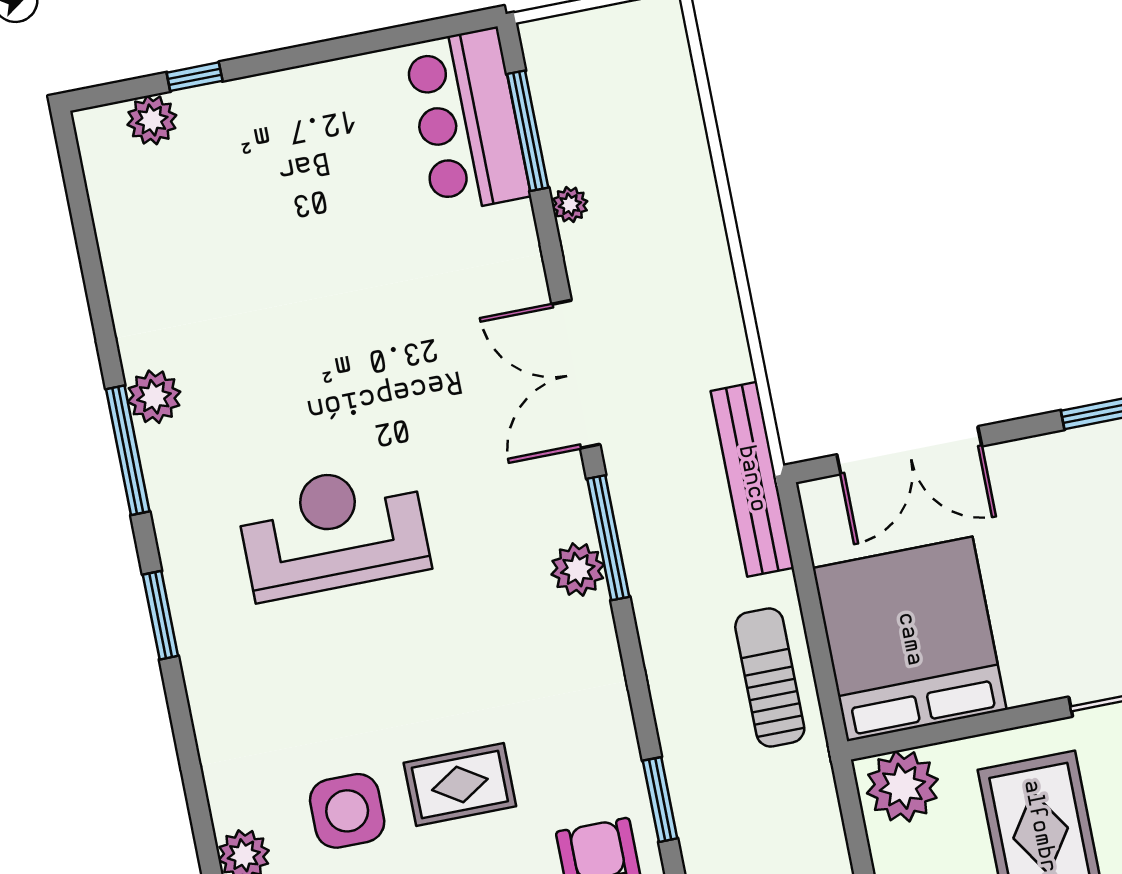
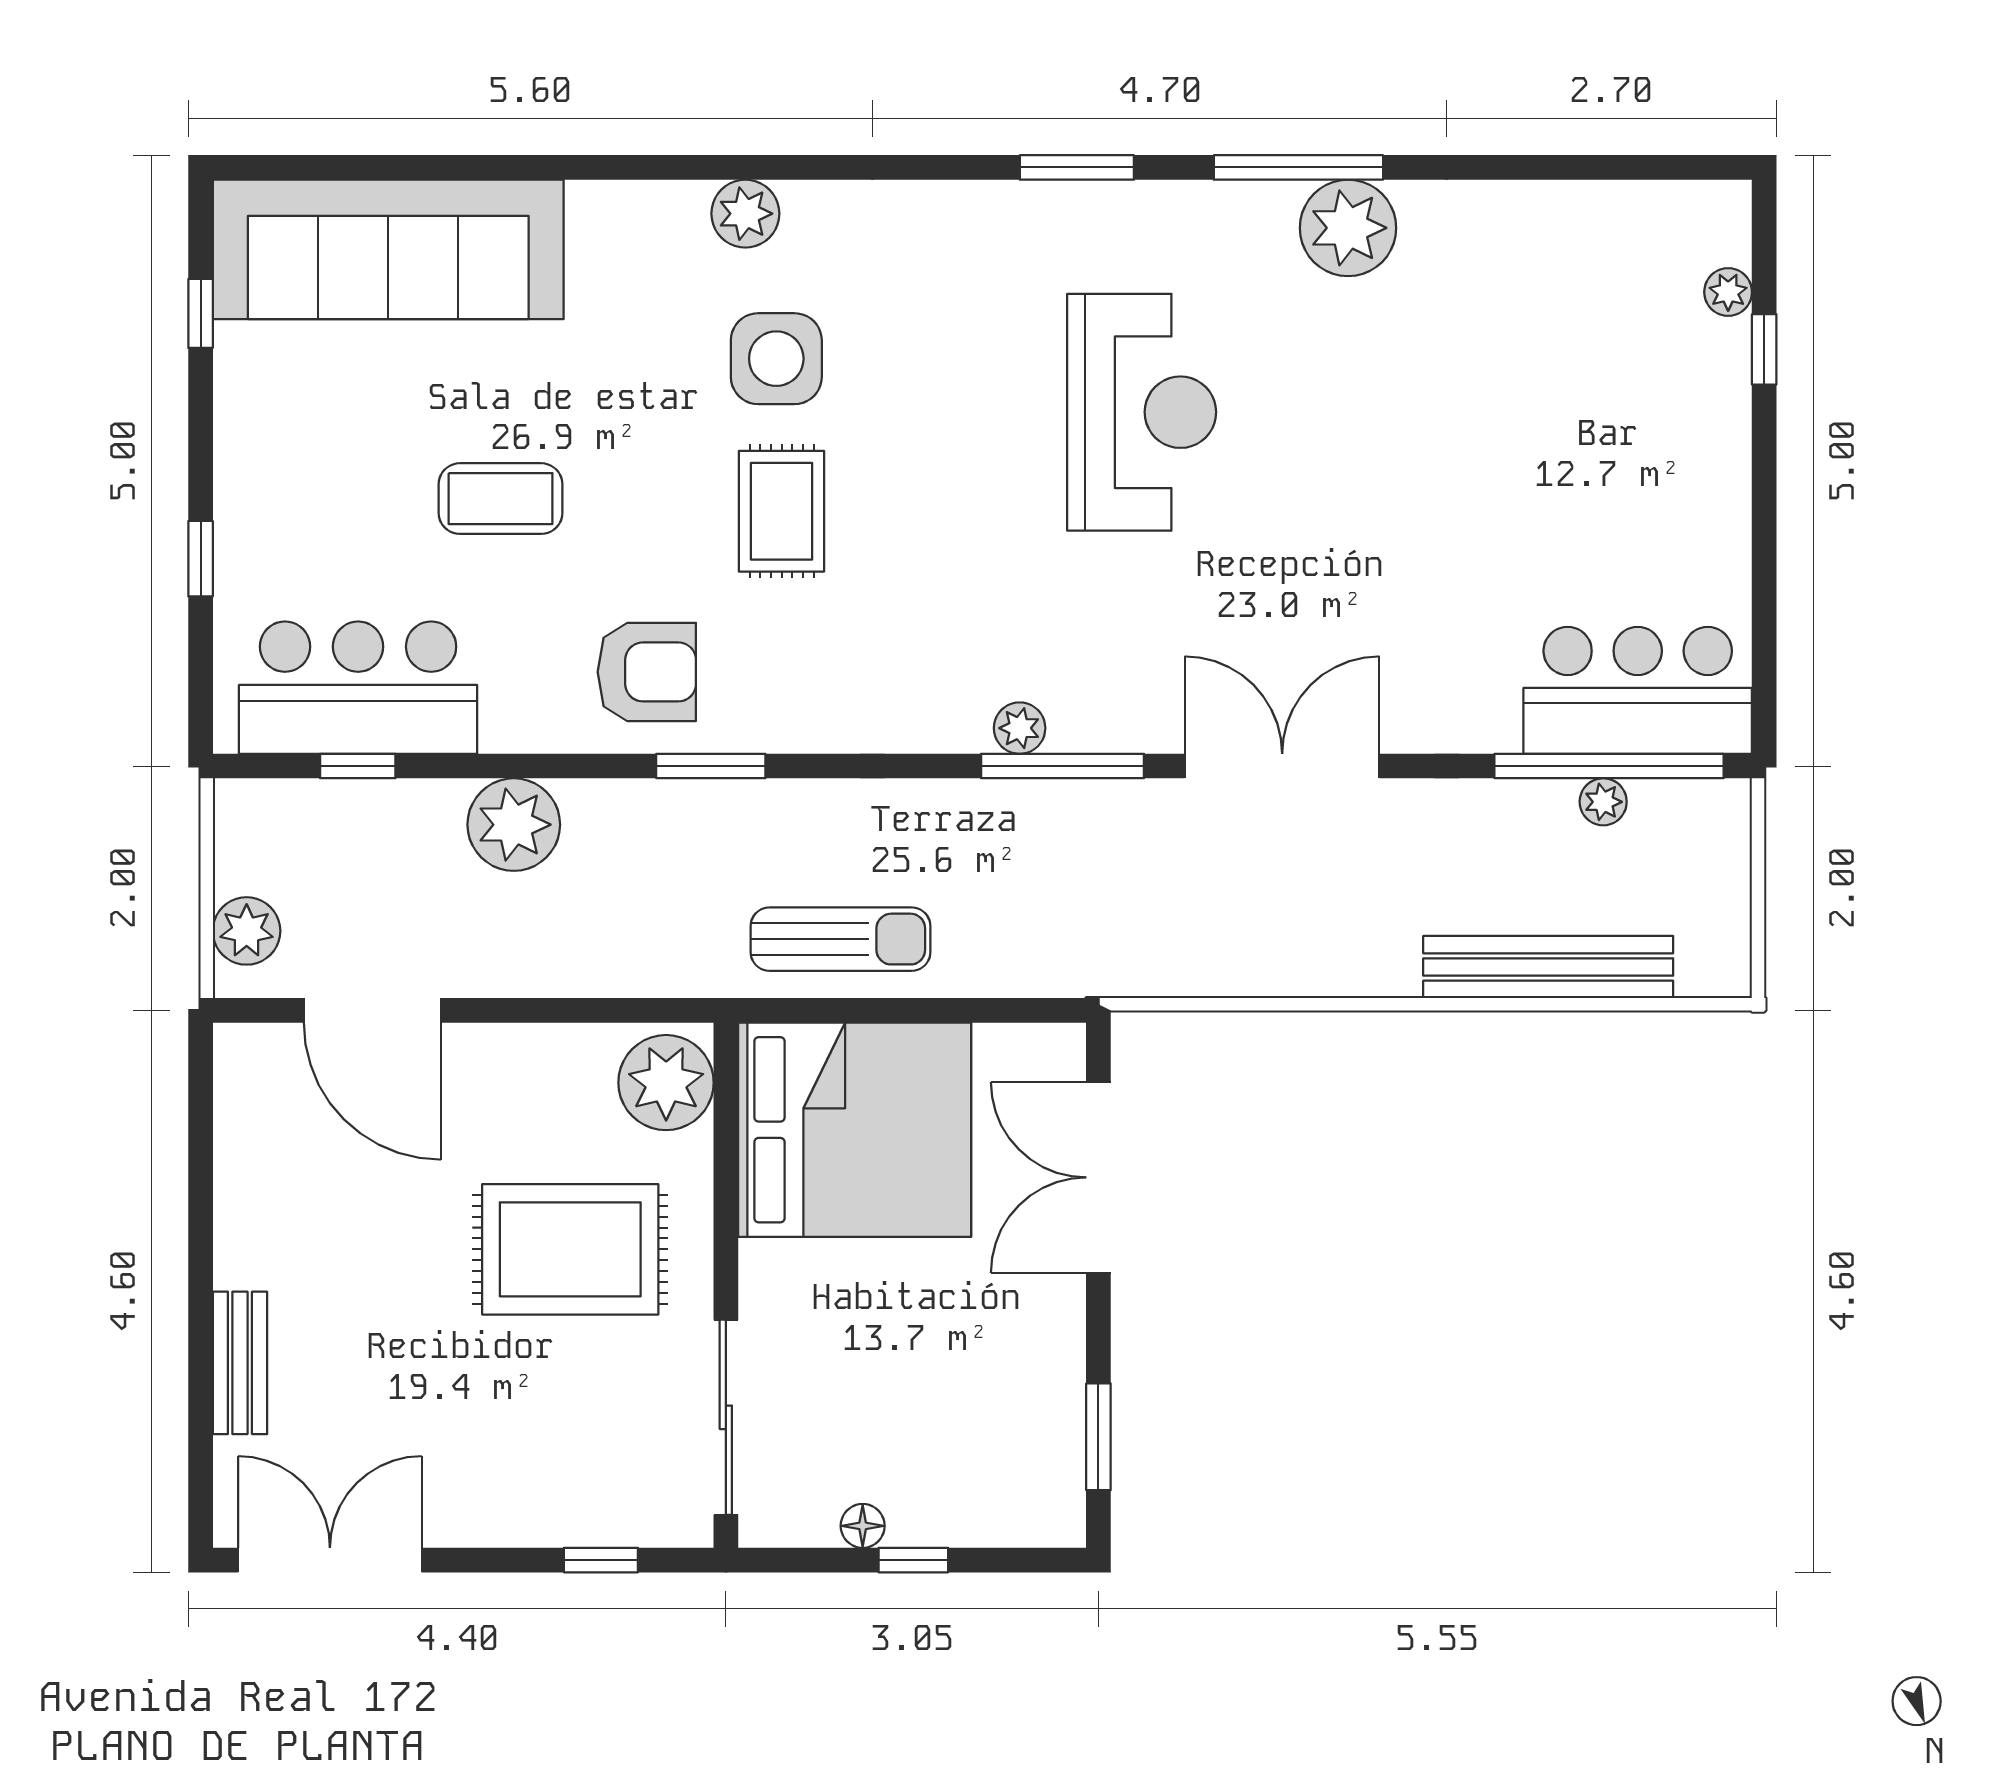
plant: (152, 120) -> (1728, 292), width x0.73, depth x0.73
window: (528, 131) -> (1609, 766), width x1.46
plant: (570, 205) -> (1603, 802), moved
plant: (154, 397) -> (1348, 228), width x1.36, depth x1.36
bench: (752, 479) -> (1548, 967), moved
plant: (578, 569) -> (1020, 728), width x0.73, depth x0.73

